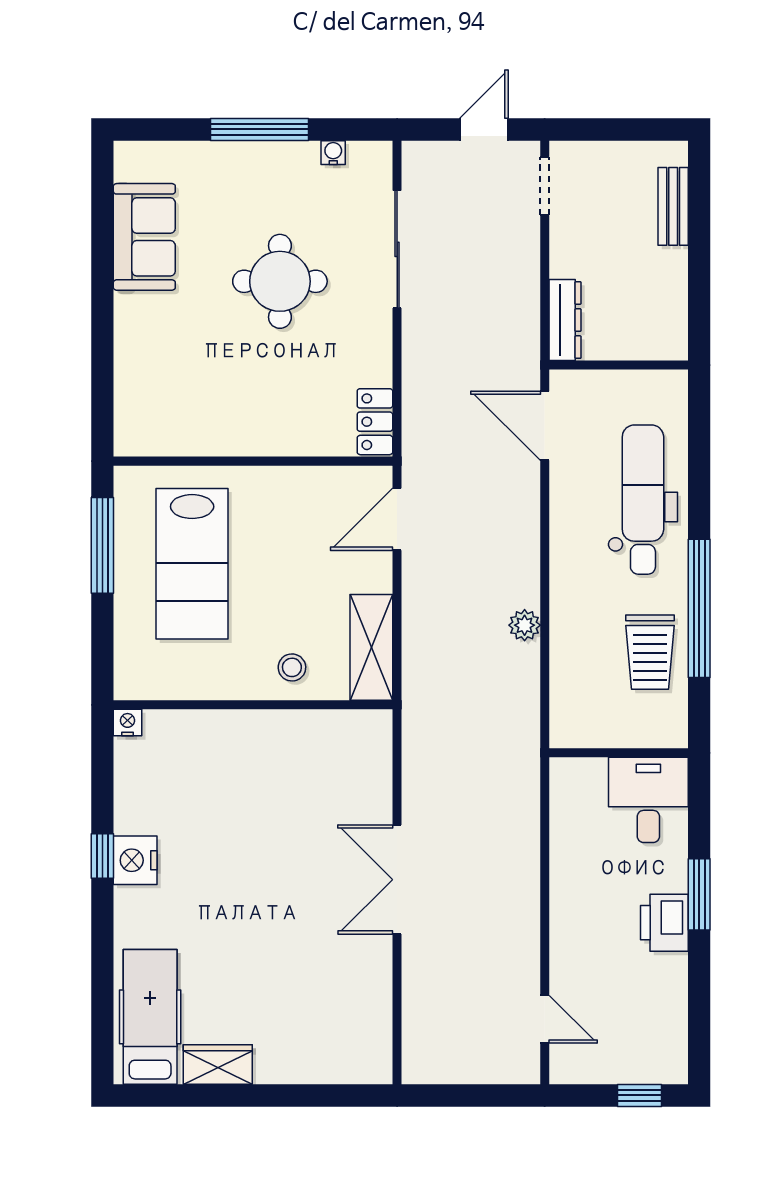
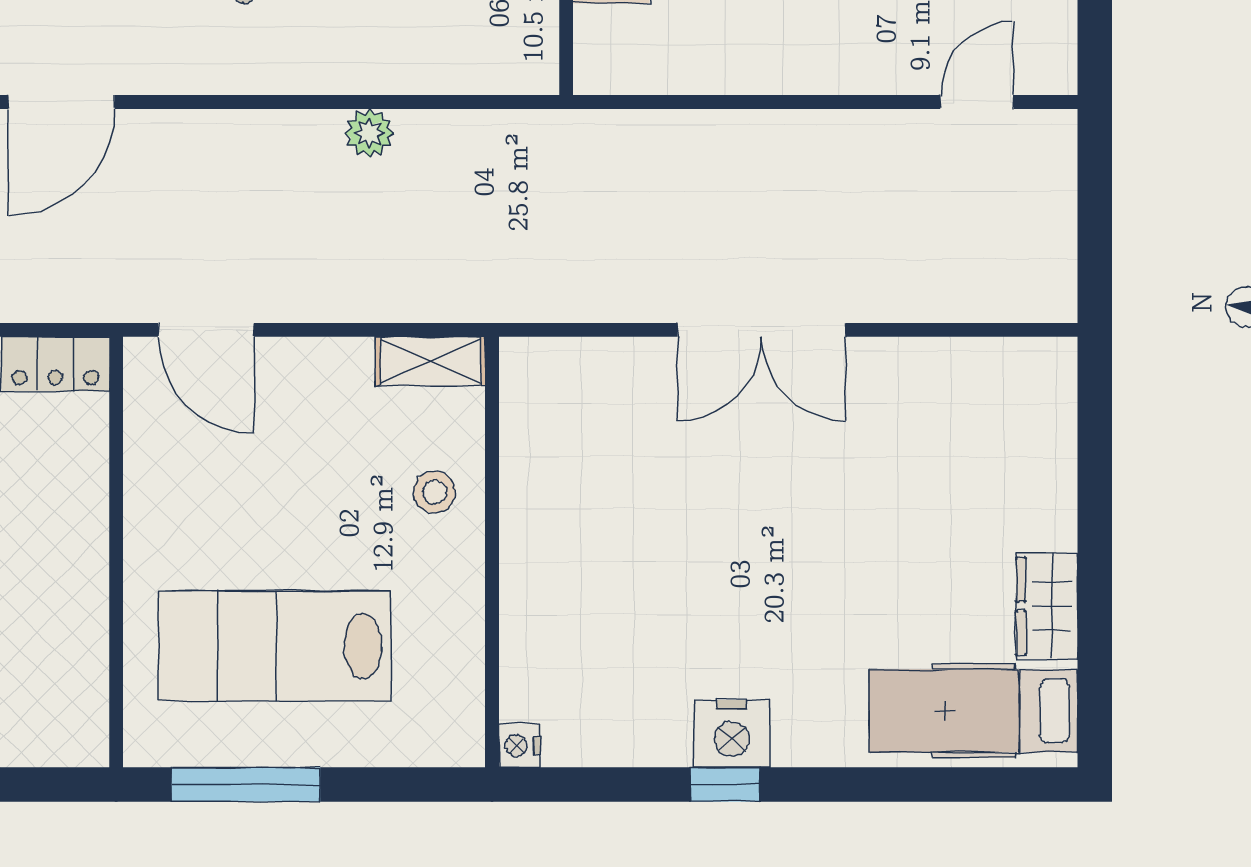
lab bench: (192, 564) -> (275, 646), turned 180
shelving: (371, 647) -> (431, 361), width x0.67, depth x0.75

